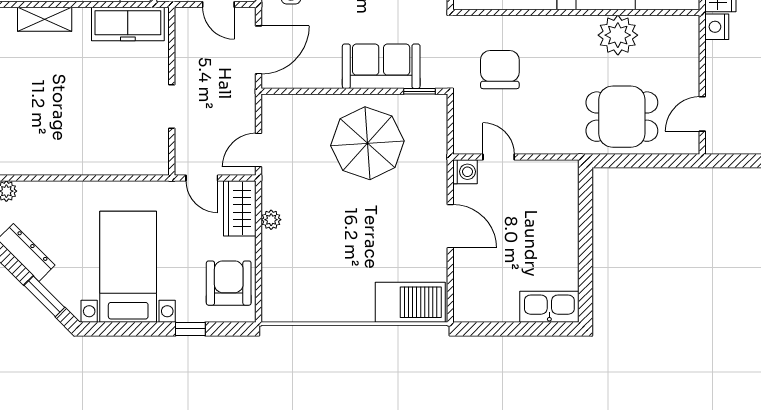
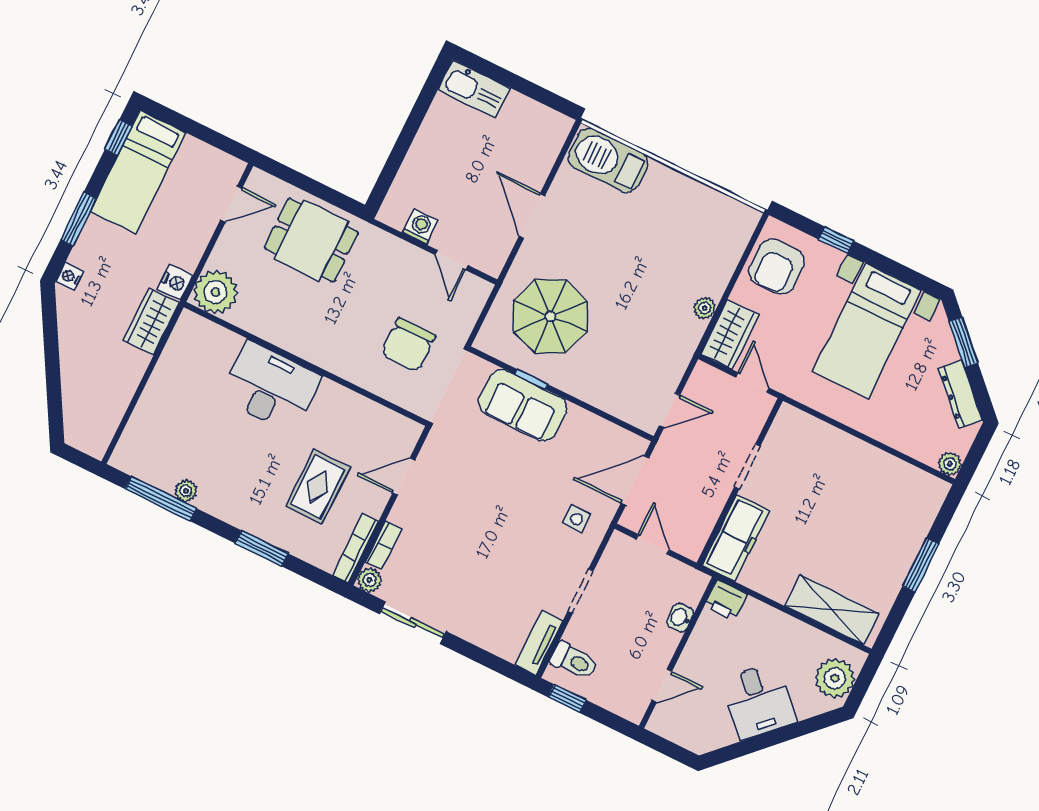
shelving: (45, 19) -> (832, 610), width x1.50, depth x1.33
freezer: (128, 24) -> (736, 538), moved, turned 90
plant: (618, 35) -> (215, 292), moved
window: (420, 91) -> (531, 379), moved
parasol: (367, 143) -> (550, 316), moved
door: (258, 150) -> (669, 410), moved
washing machine: (465, 172) -> (420, 227), moved, turned 90

